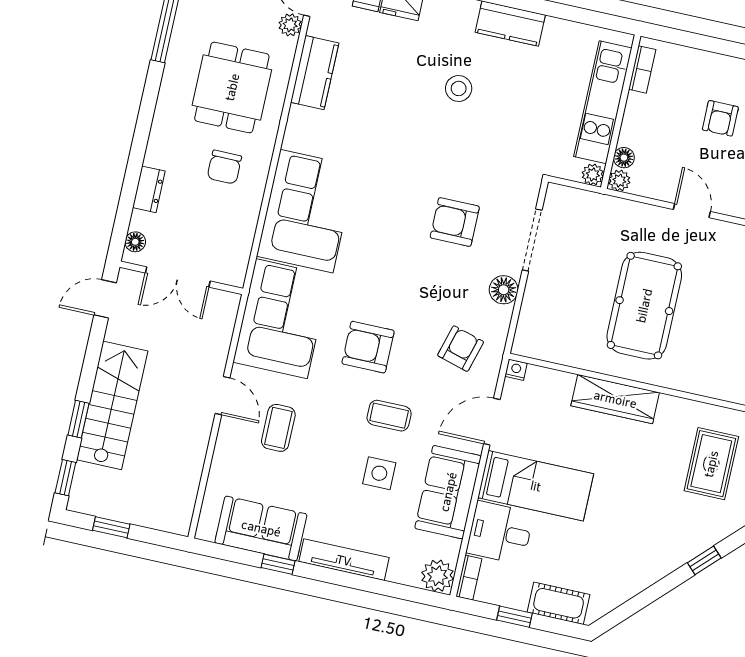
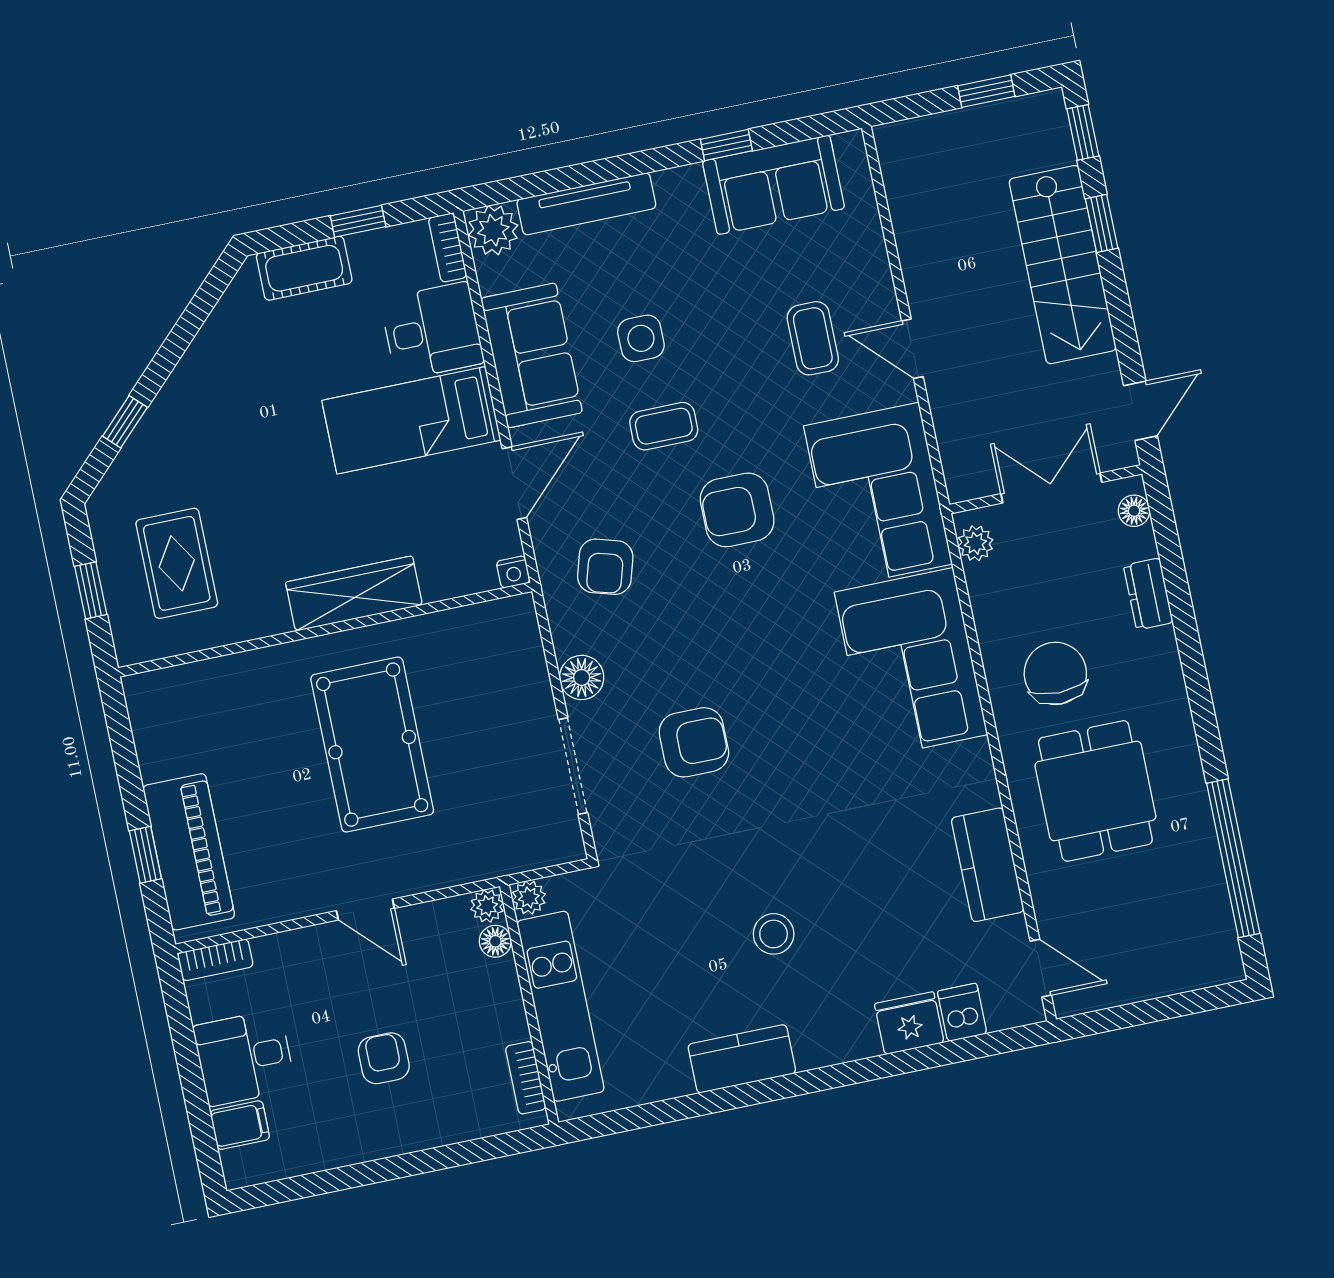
plant: (290, 25) -> (975, 543), moved
chair: (224, 167) -> (1055, 673), width x1.37, depth x1.37
armchair: (368, 347) -> (737, 510), turned 180
tv unit: (344, 560) -> (586, 204), moved

